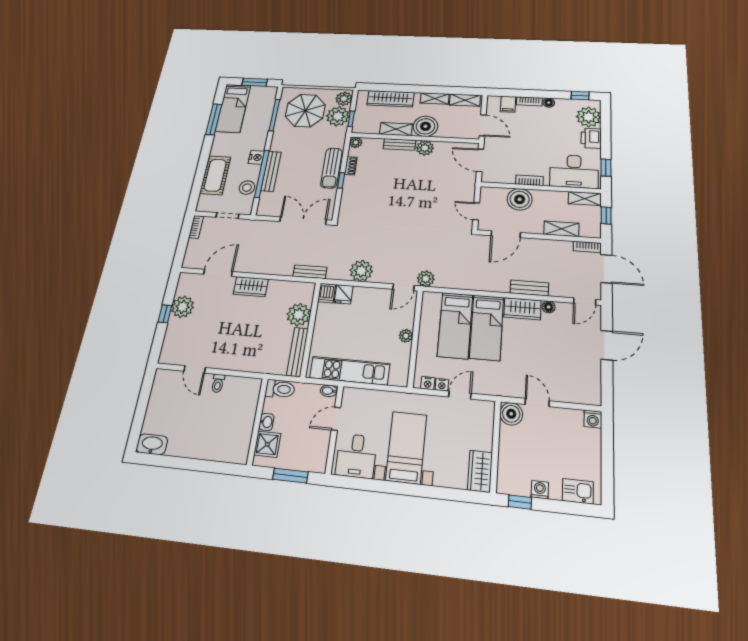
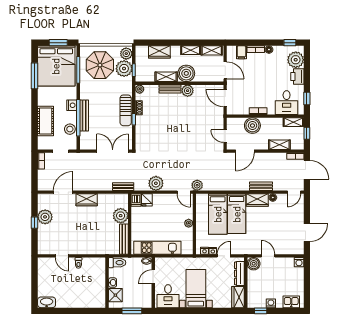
wardrobe: (390, 99) -> (159, 52), width x0.67
bed: (233, 108) -> (56, 66), width x2.04
desk: (574, 171) -> (287, 103), width x0.73
door: (403, 287) -> (184, 192), hinge flipped
door: (607, 345) -> (307, 233), moved
dresser: (485, 428) -> (239, 273), added

